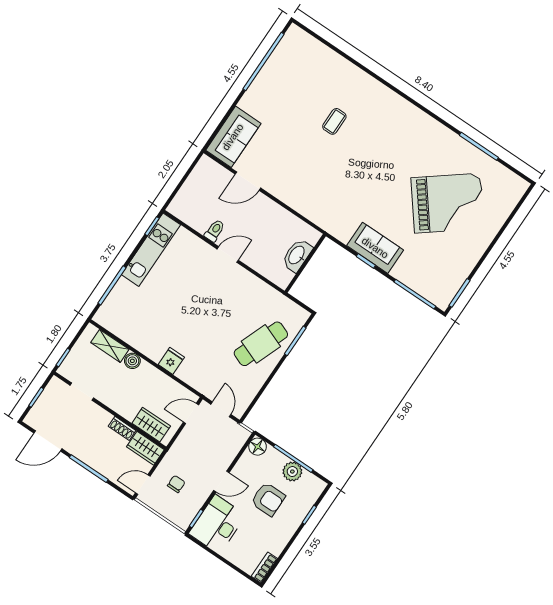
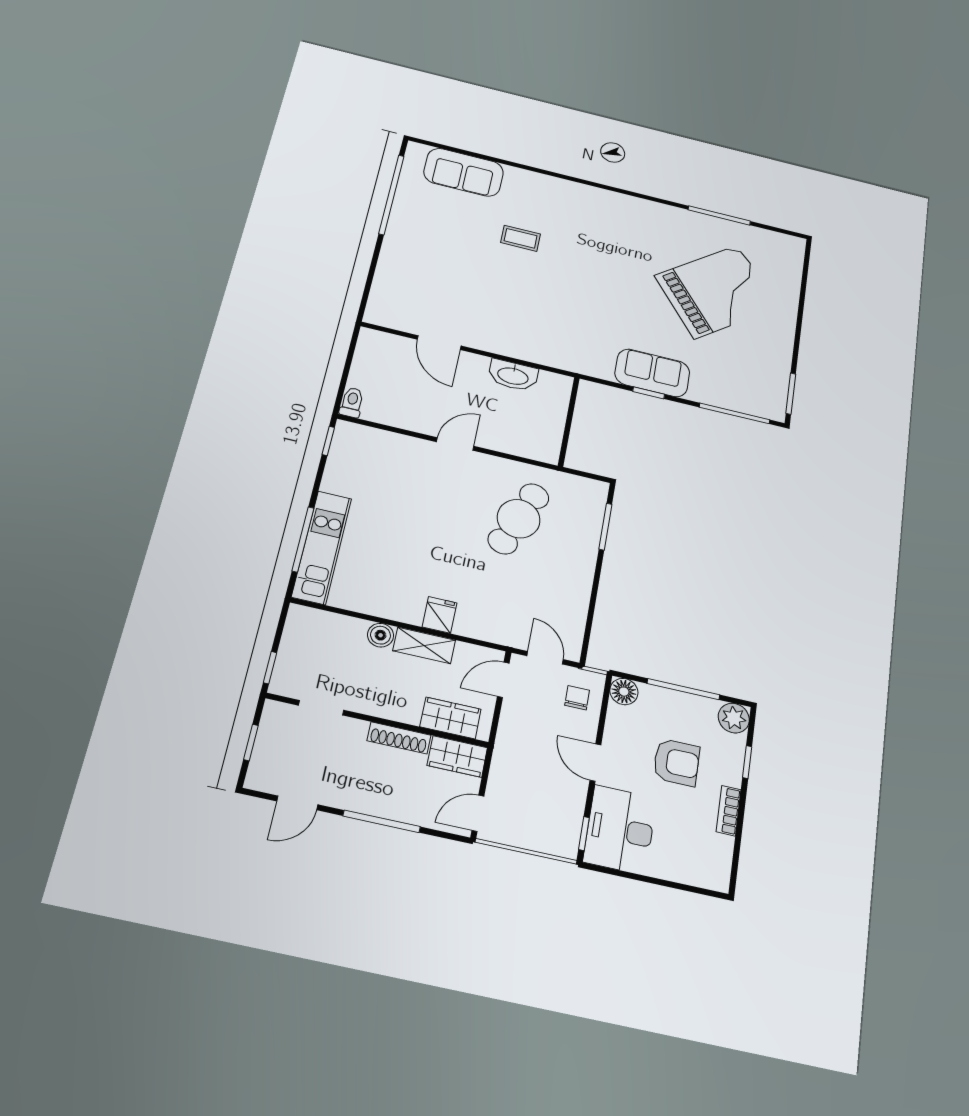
coffee table: (334, 121) -> (521, 238), turned 90
sofa: (233, 137) -> (464, 172), moved, turned 90
door: (248, 181) -> (439, 343), hinge flipped
toilet: (215, 231) -> (352, 402), moved
kitchen unit: (151, 250) -> (322, 547), moved
washbasin: (297, 255) -> (513, 375), moved, turned -90
cafe table: (261, 344) -> (519, 519), moved
shelving: (110, 346) -> (424, 645), moved
shoe rack: (122, 428) -> (399, 738), width x1.43
door: (48, 441) -> (297, 803), width x0.73
plant: (292, 472) -> (734, 718), moved
door: (221, 481) -> (595, 763), swing flipped
chair: (176, 484) -> (577, 698), moved
bookcase: (264, 567) -> (729, 811), moved

